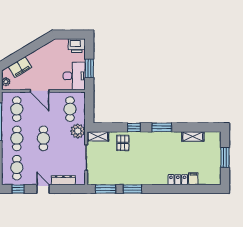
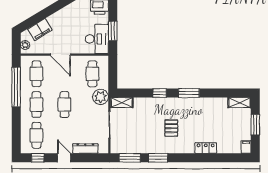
shelving: (193, 136) -> (239, 103), moved
pallet: (123, 143) -> (171, 128), moved
filing cabinet: (193, 179) -> (246, 147), moved

